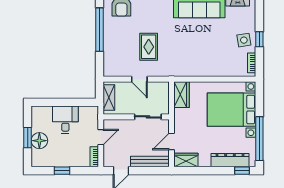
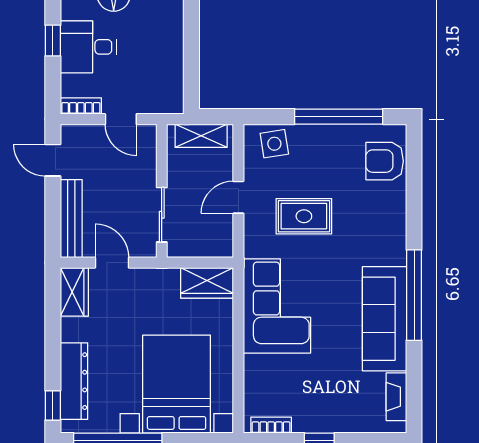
side table: (244, 40) -> (274, 144), moved
corner sofa: (193, 60) -> (277, 306), added
desk: (65, 120) -> (88, 47), moved, turned 180

